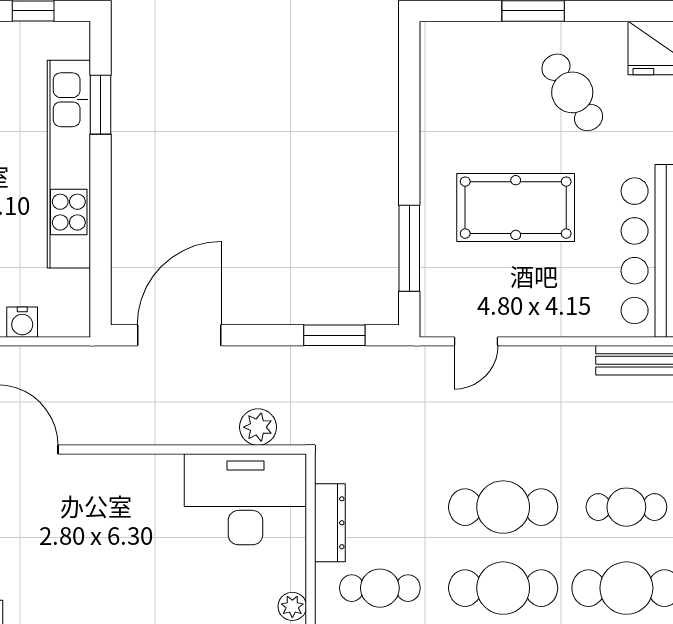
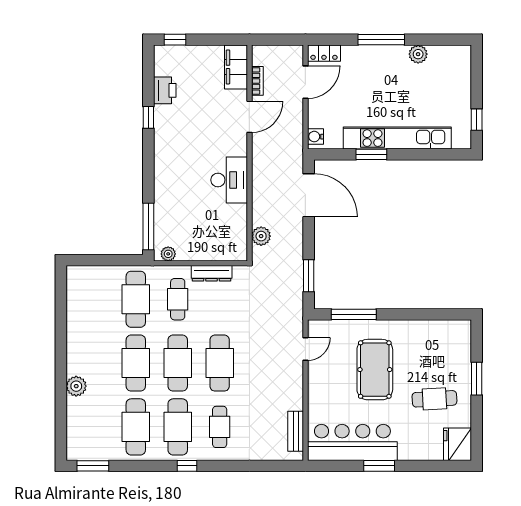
cafe table: (572, 92) -> (434, 399), turned 30
window: (100, 105) -> (371, 154), moved
water cooler: (22, 322) -> (315, 137), moved
door: (476, 341) -> (305, 349), swing flipped
desk: (245, 499) -> (229, 180), moved, width x0.73, depth x0.77

